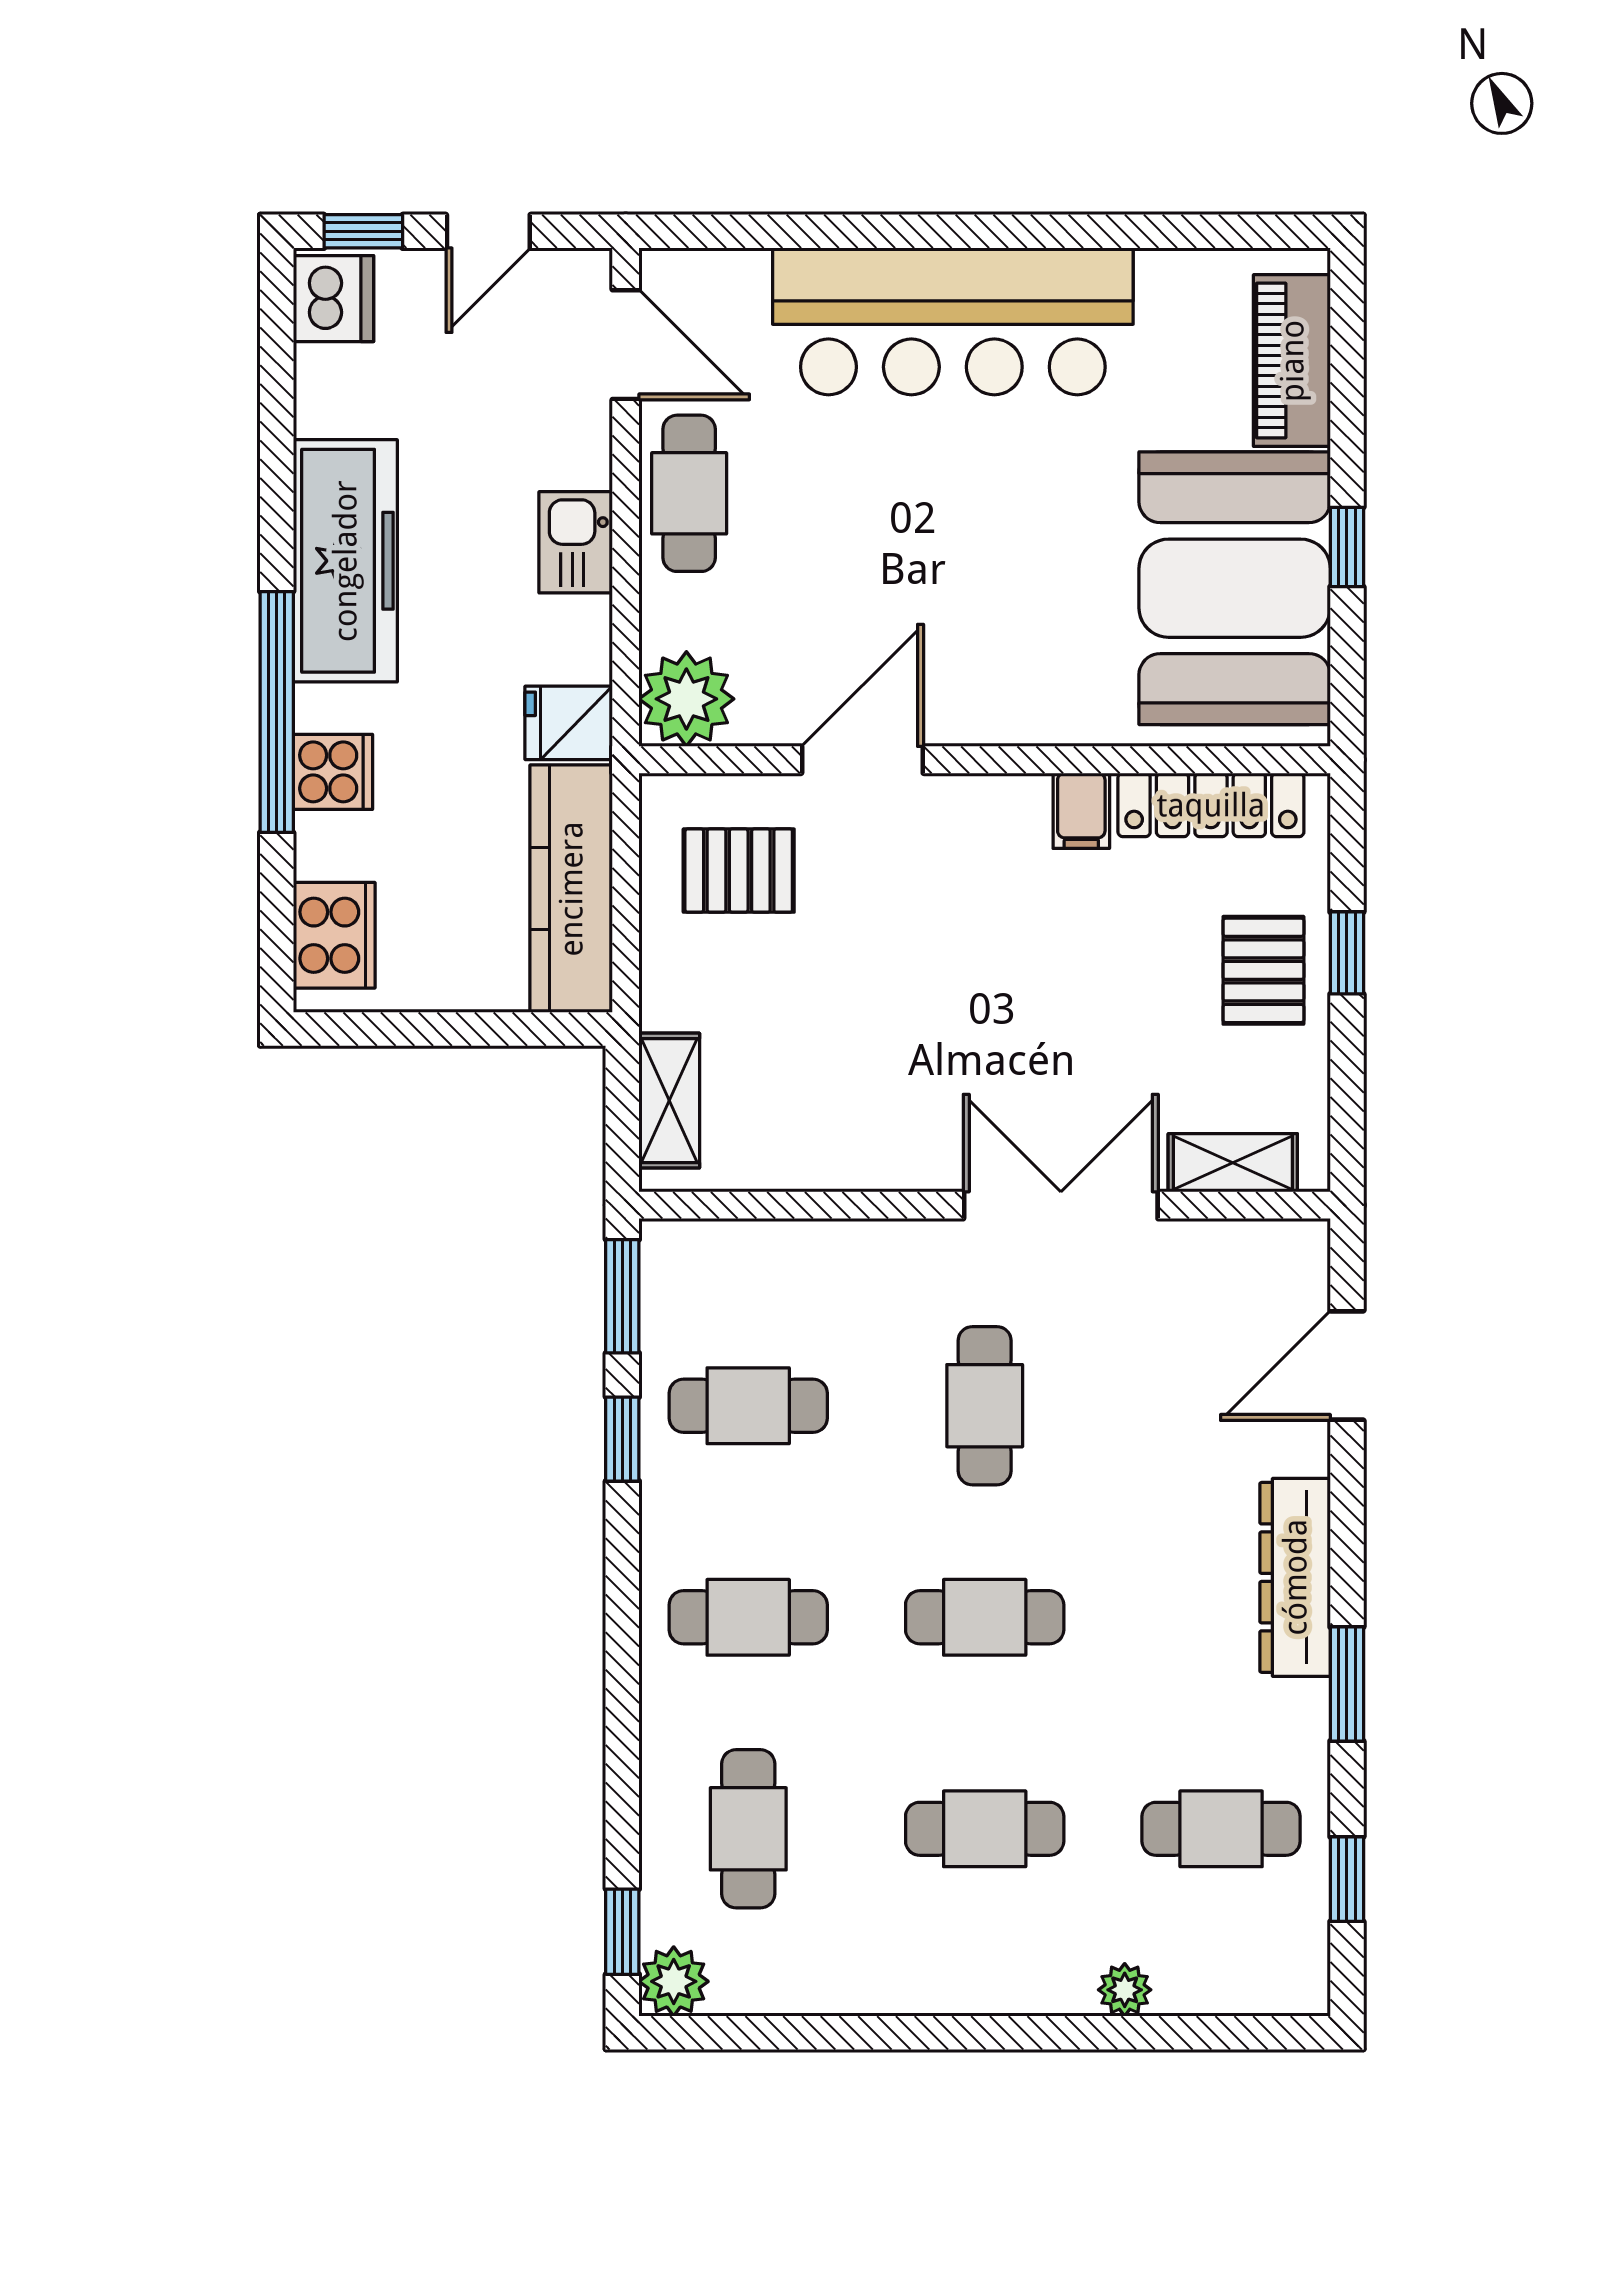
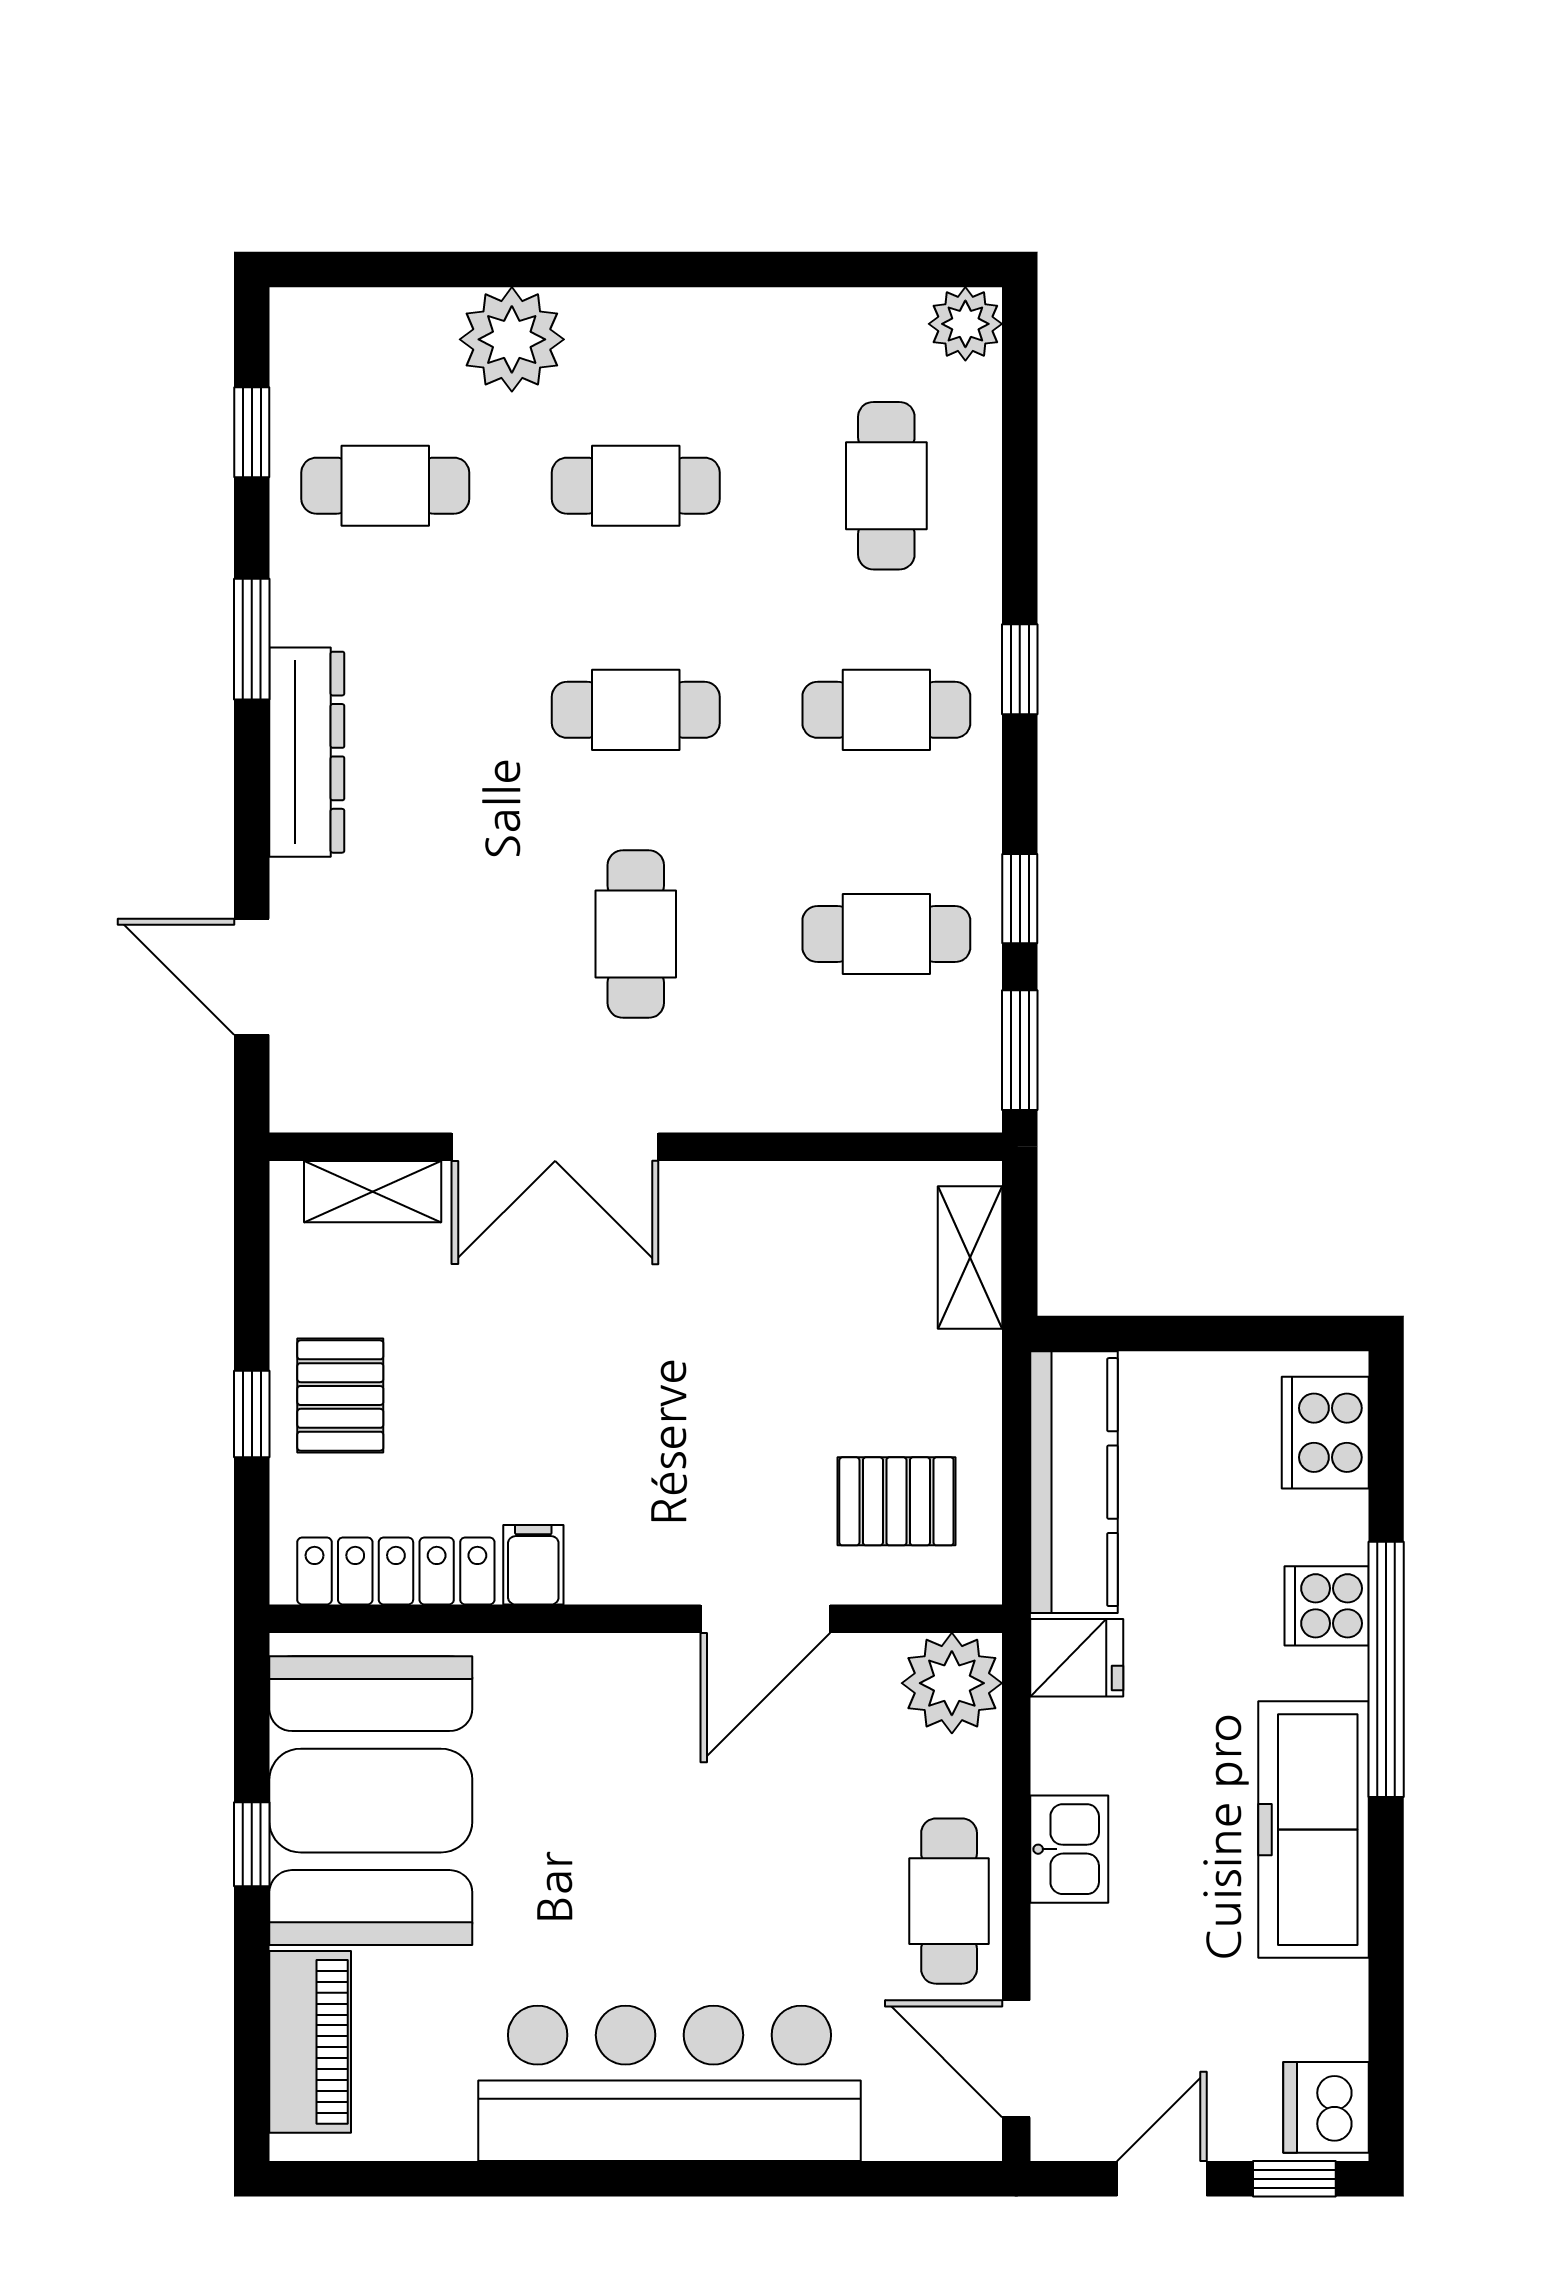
door: (1347, 1365) -> (252, 977), swing flipped
window: (622, 1932) -> (1020, 669), moved
plant: (1125, 1990) -> (512, 339), width x1.87, depth x1.87

